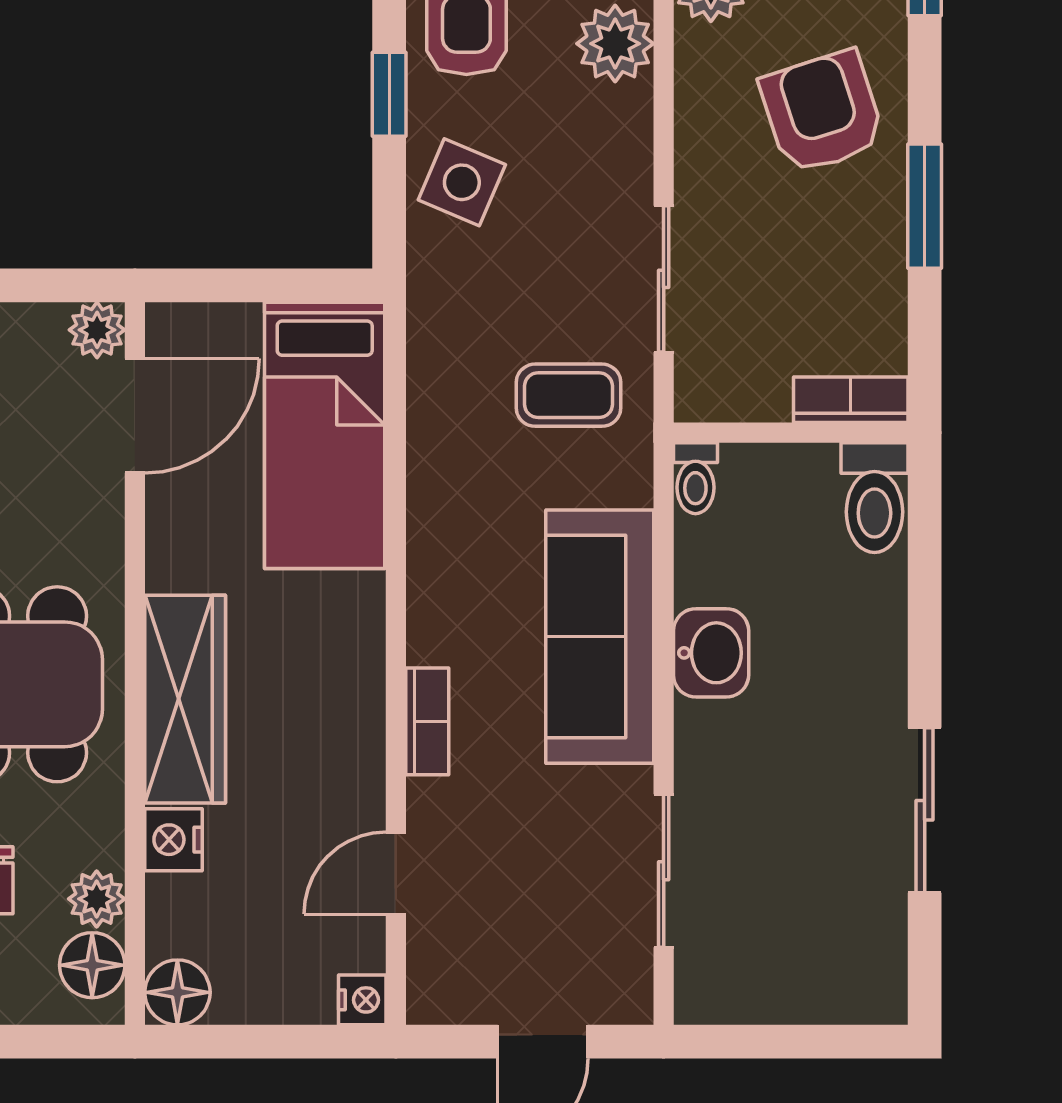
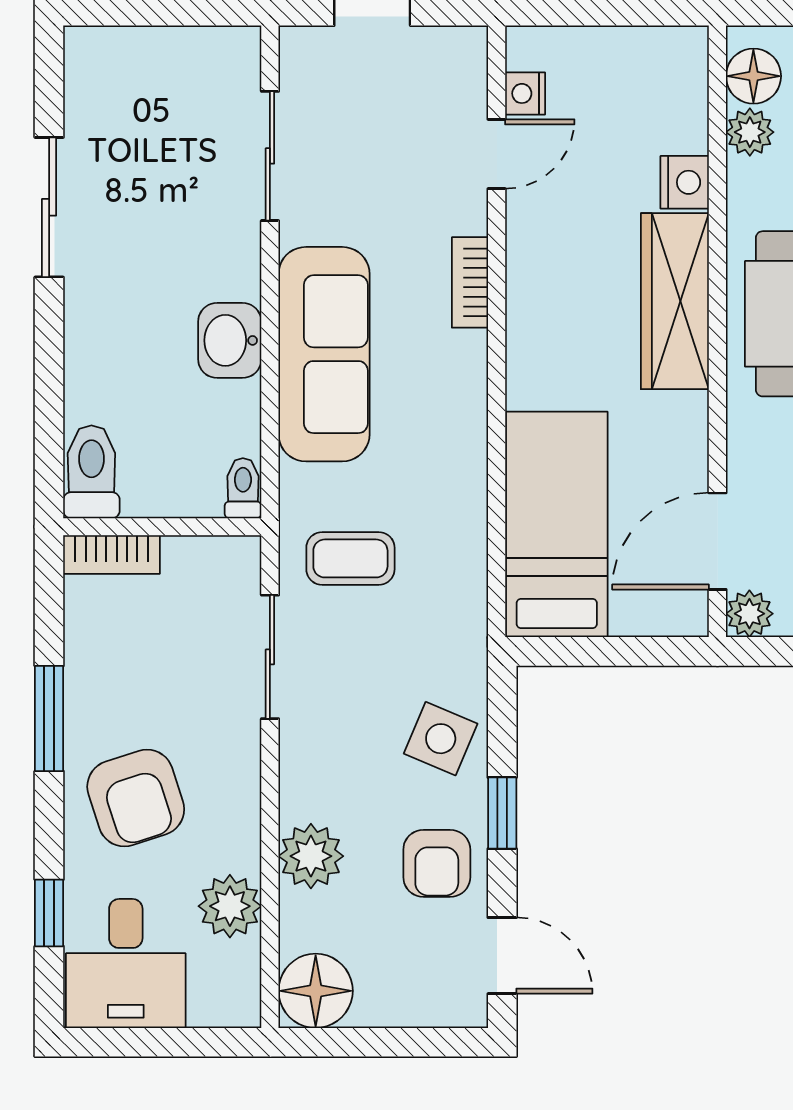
floor lamp: (177, 992) -> (681, 53), removed
nightstand: (362, 1000) -> (525, 93), moved

